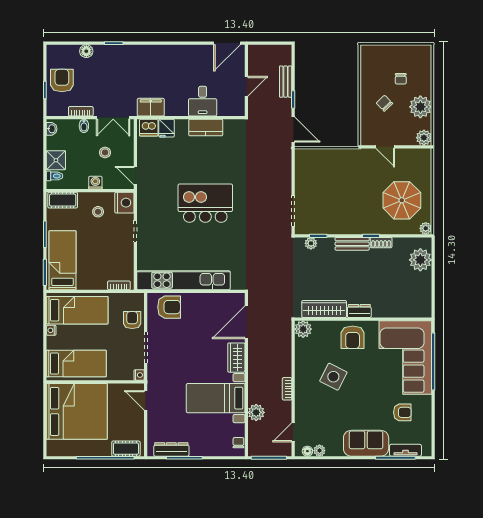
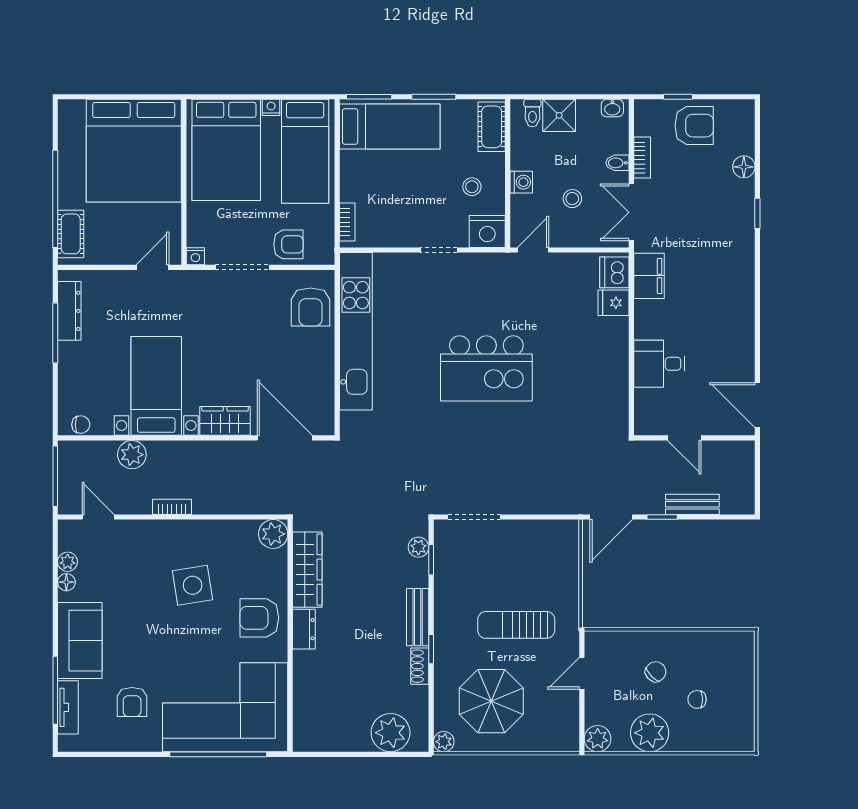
kitchen counter: (206, 128) -> (614, 369), removed
sun lounger: (357, 186) -> (516, 625), added
kitchen island: (205, 203) -> (486, 368), turned 90
bed: (76, 363) -> (226, 150), width x1.50
side table: (333, 377) -> (193, 585), turned -36
floor lamp: (307, 451) -> (66, 582), moved

